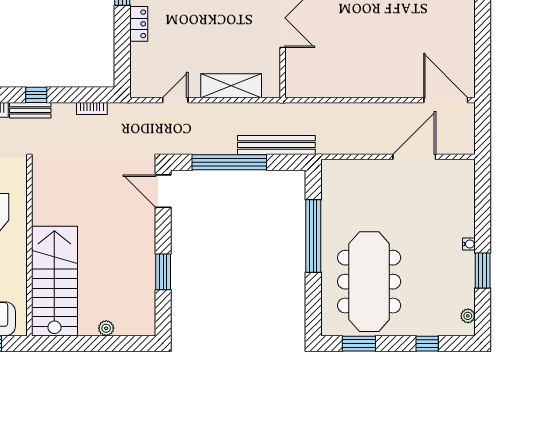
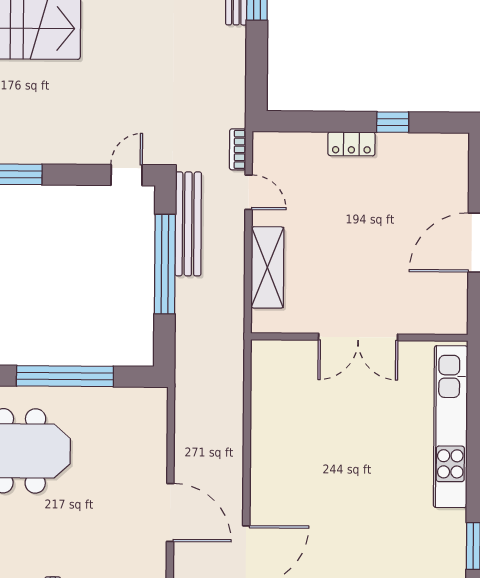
bookcase: (92, 109) -> (238, 149), moved
bench: (276, 145) -> (188, 224), moved
door: (163, 191) -> (127, 175), width x0.73

